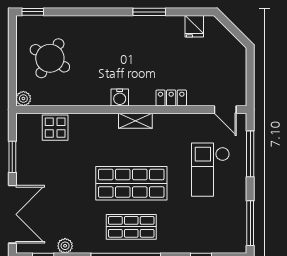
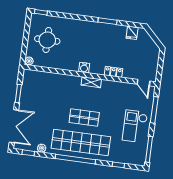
round table: (50, 58) -> (47, 40), turned -31
display table: (55, 128) -> (45, 80), removed
checkout: (210, 170) -> (135, 126), moved
shop shelf: (131, 183) -> (84, 118), width x0.70, depth x0.74
shop shelf: (131, 227) -> (81, 142), width x2.00, depth x1.36

